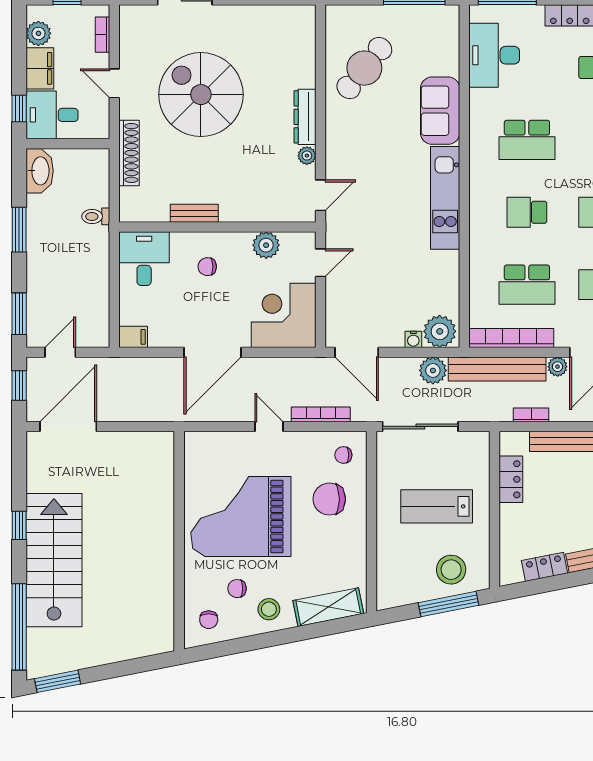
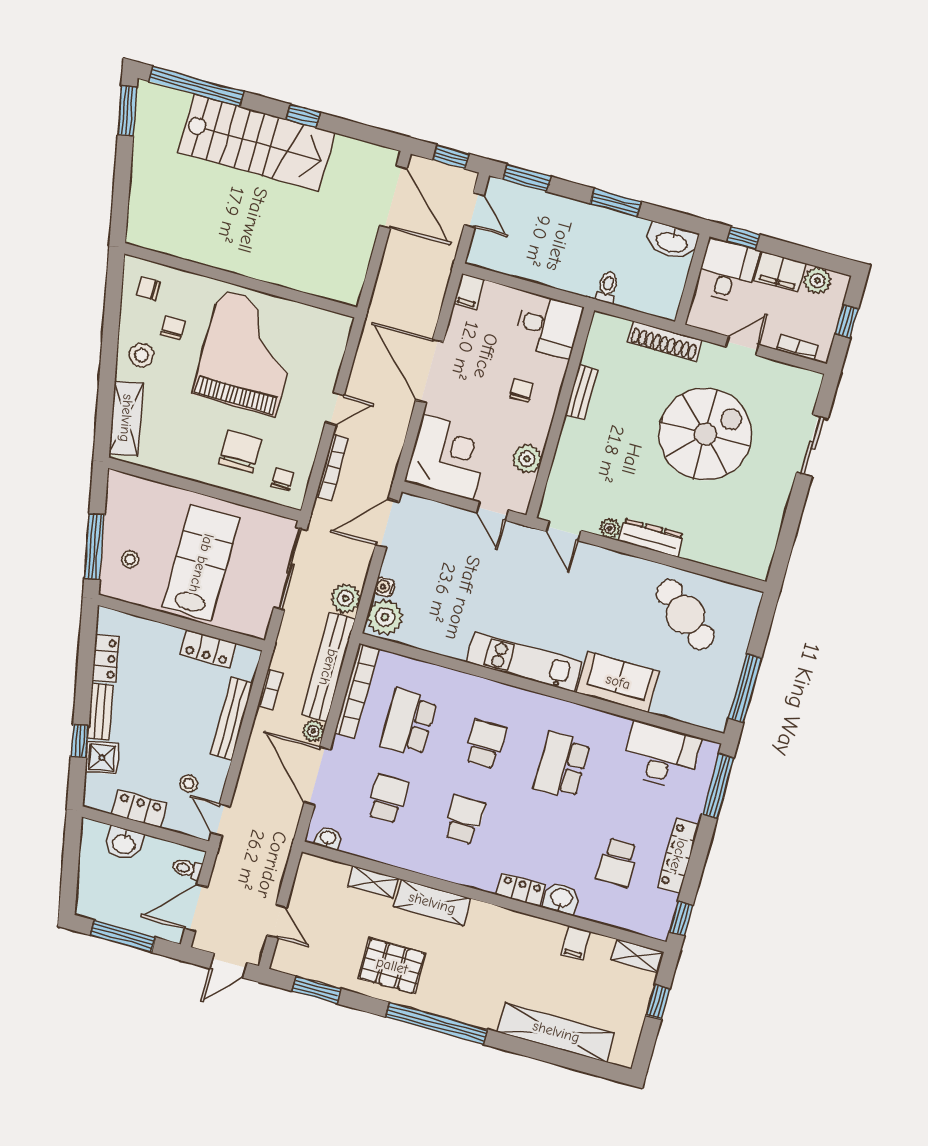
lab bench: (437, 506) -> (201, 563), width x1.36, depth x1.39
stool: (451, 570) -> (130, 559), width x0.53, depth x0.53

